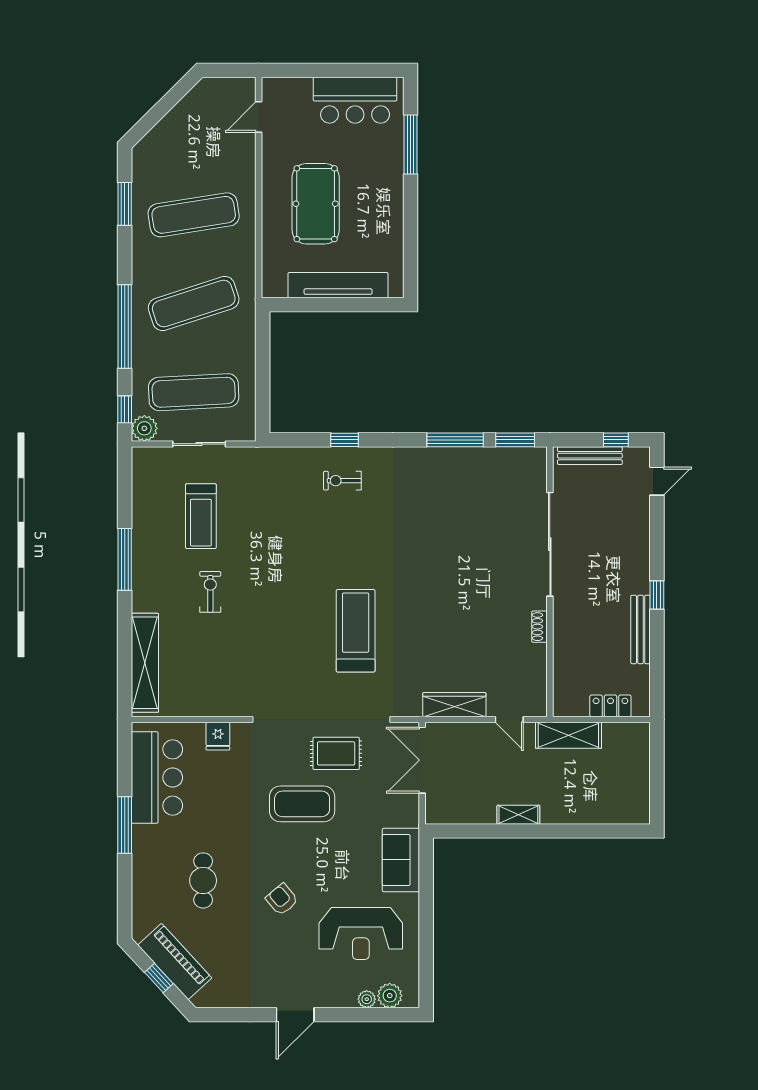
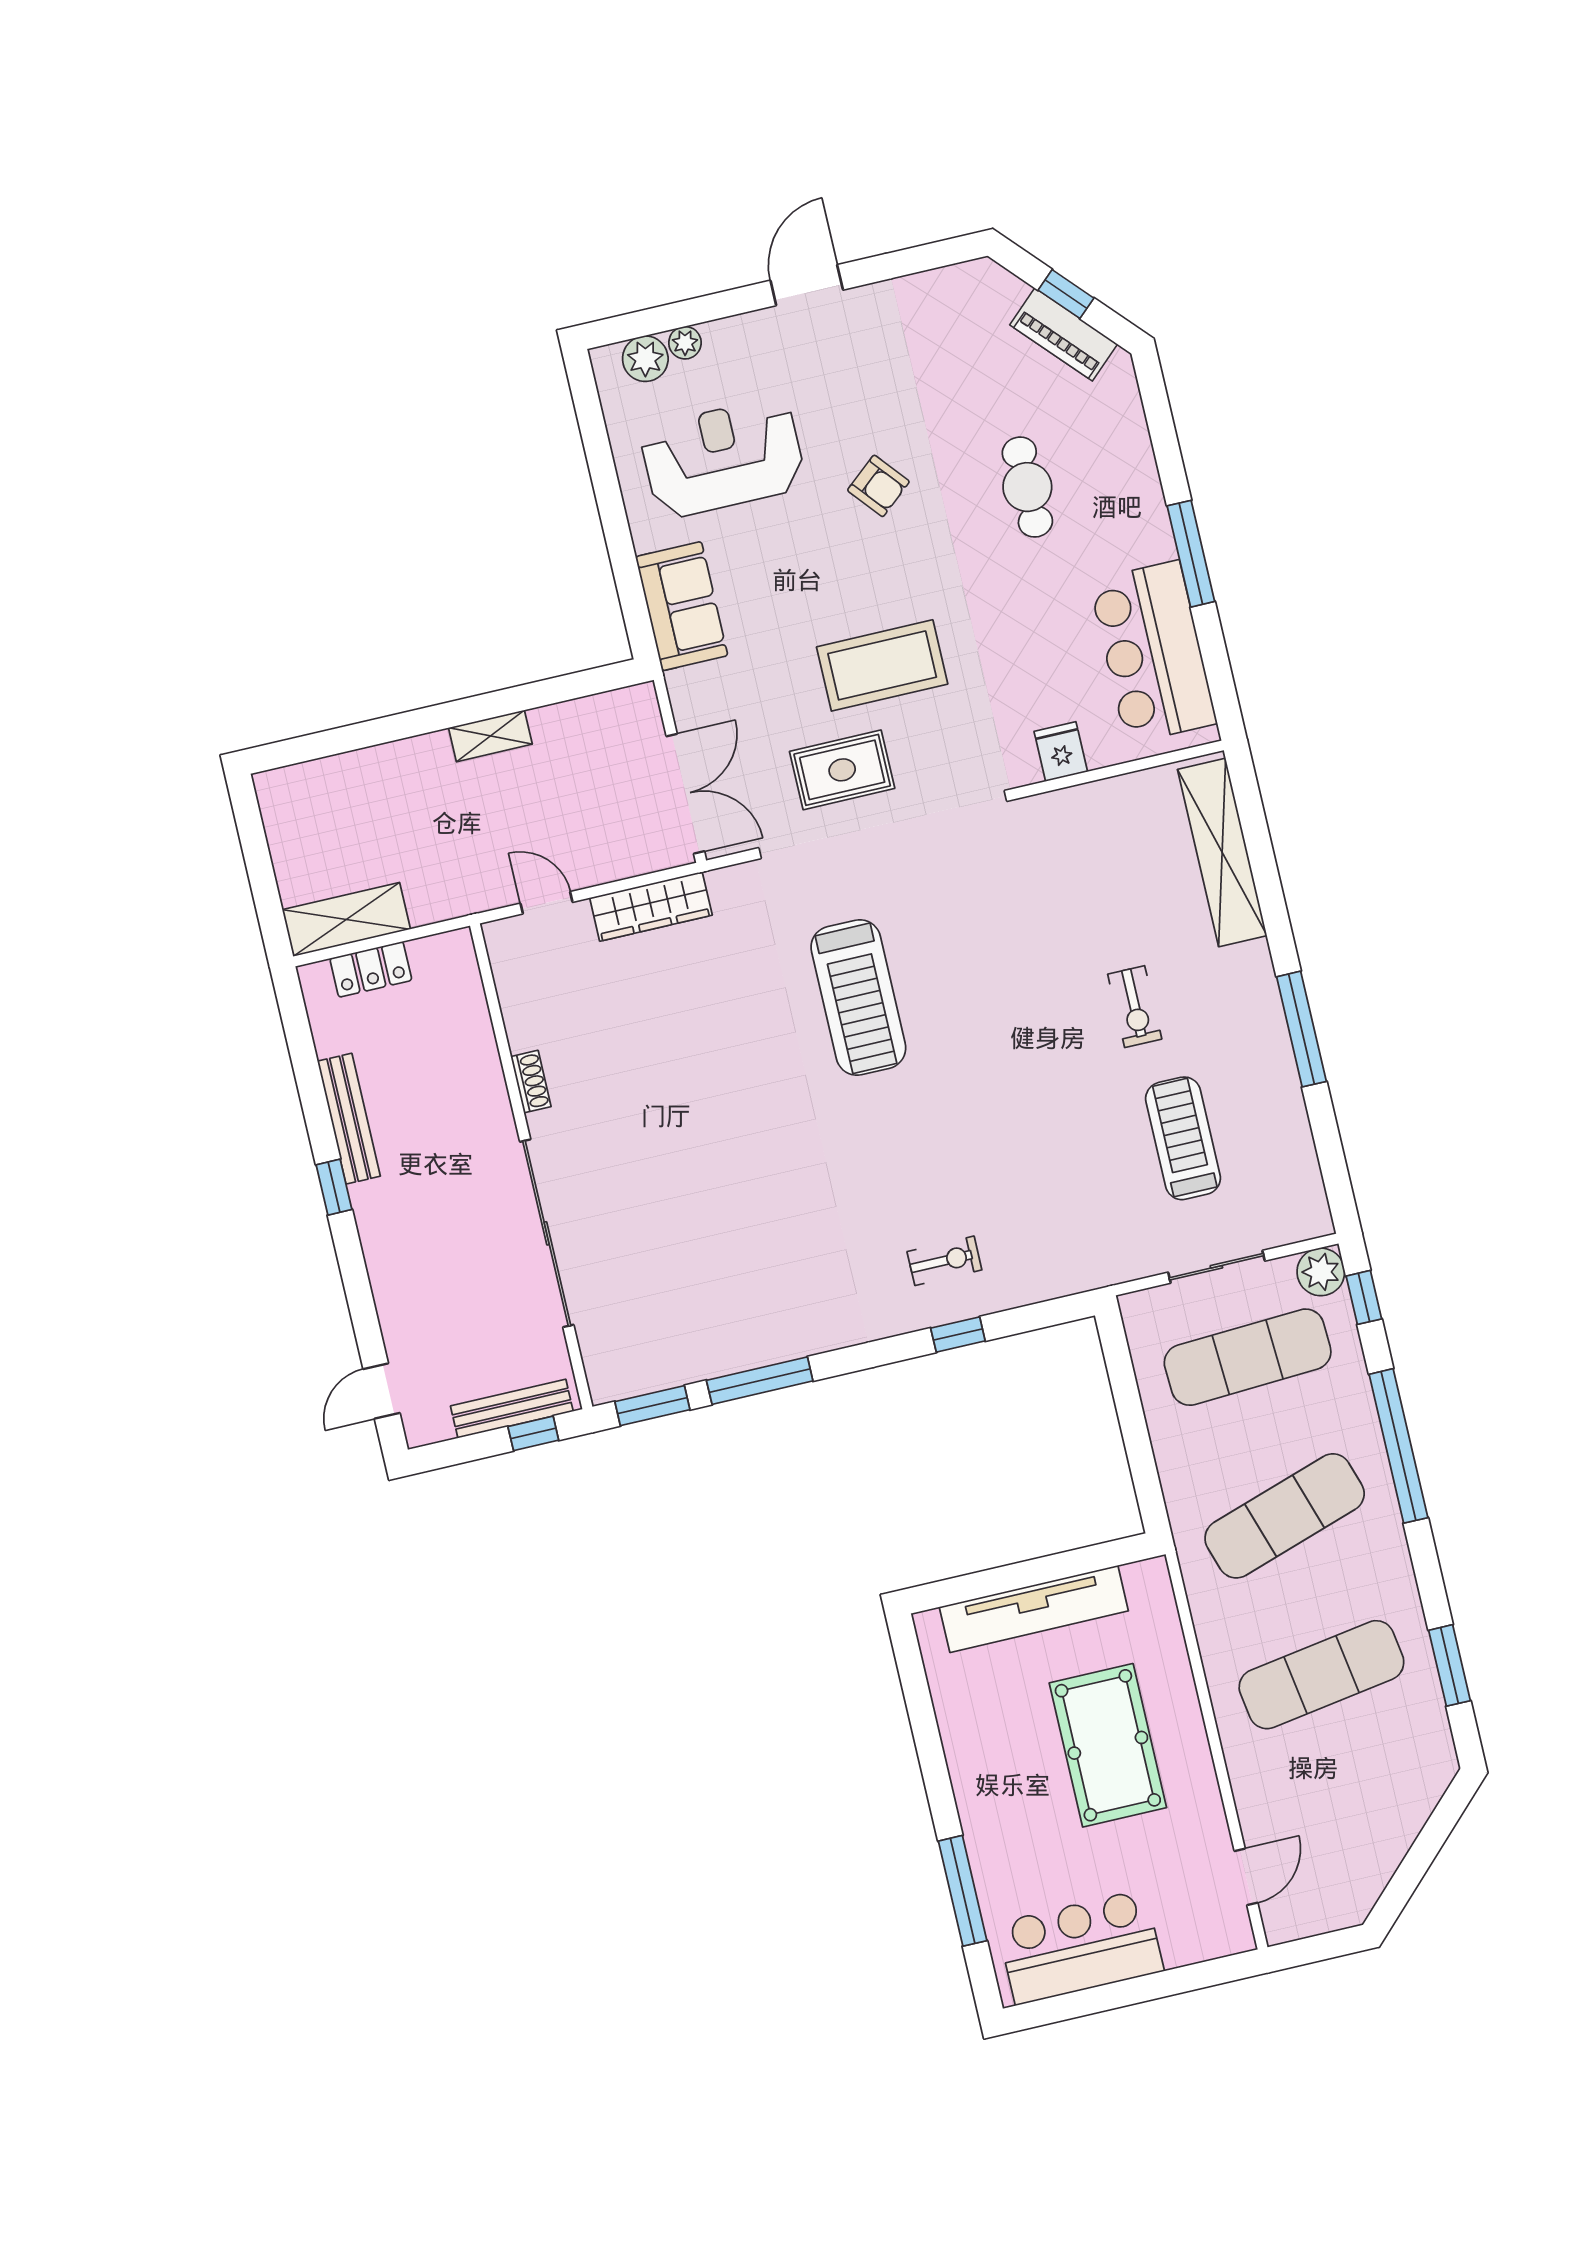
window: (616, 440) -> (533, 1433), moved
shelving: (568, 735) -> (346, 919), moved
piano: (175, 961) -> (1064, 334), width x0.73, depth x0.75

